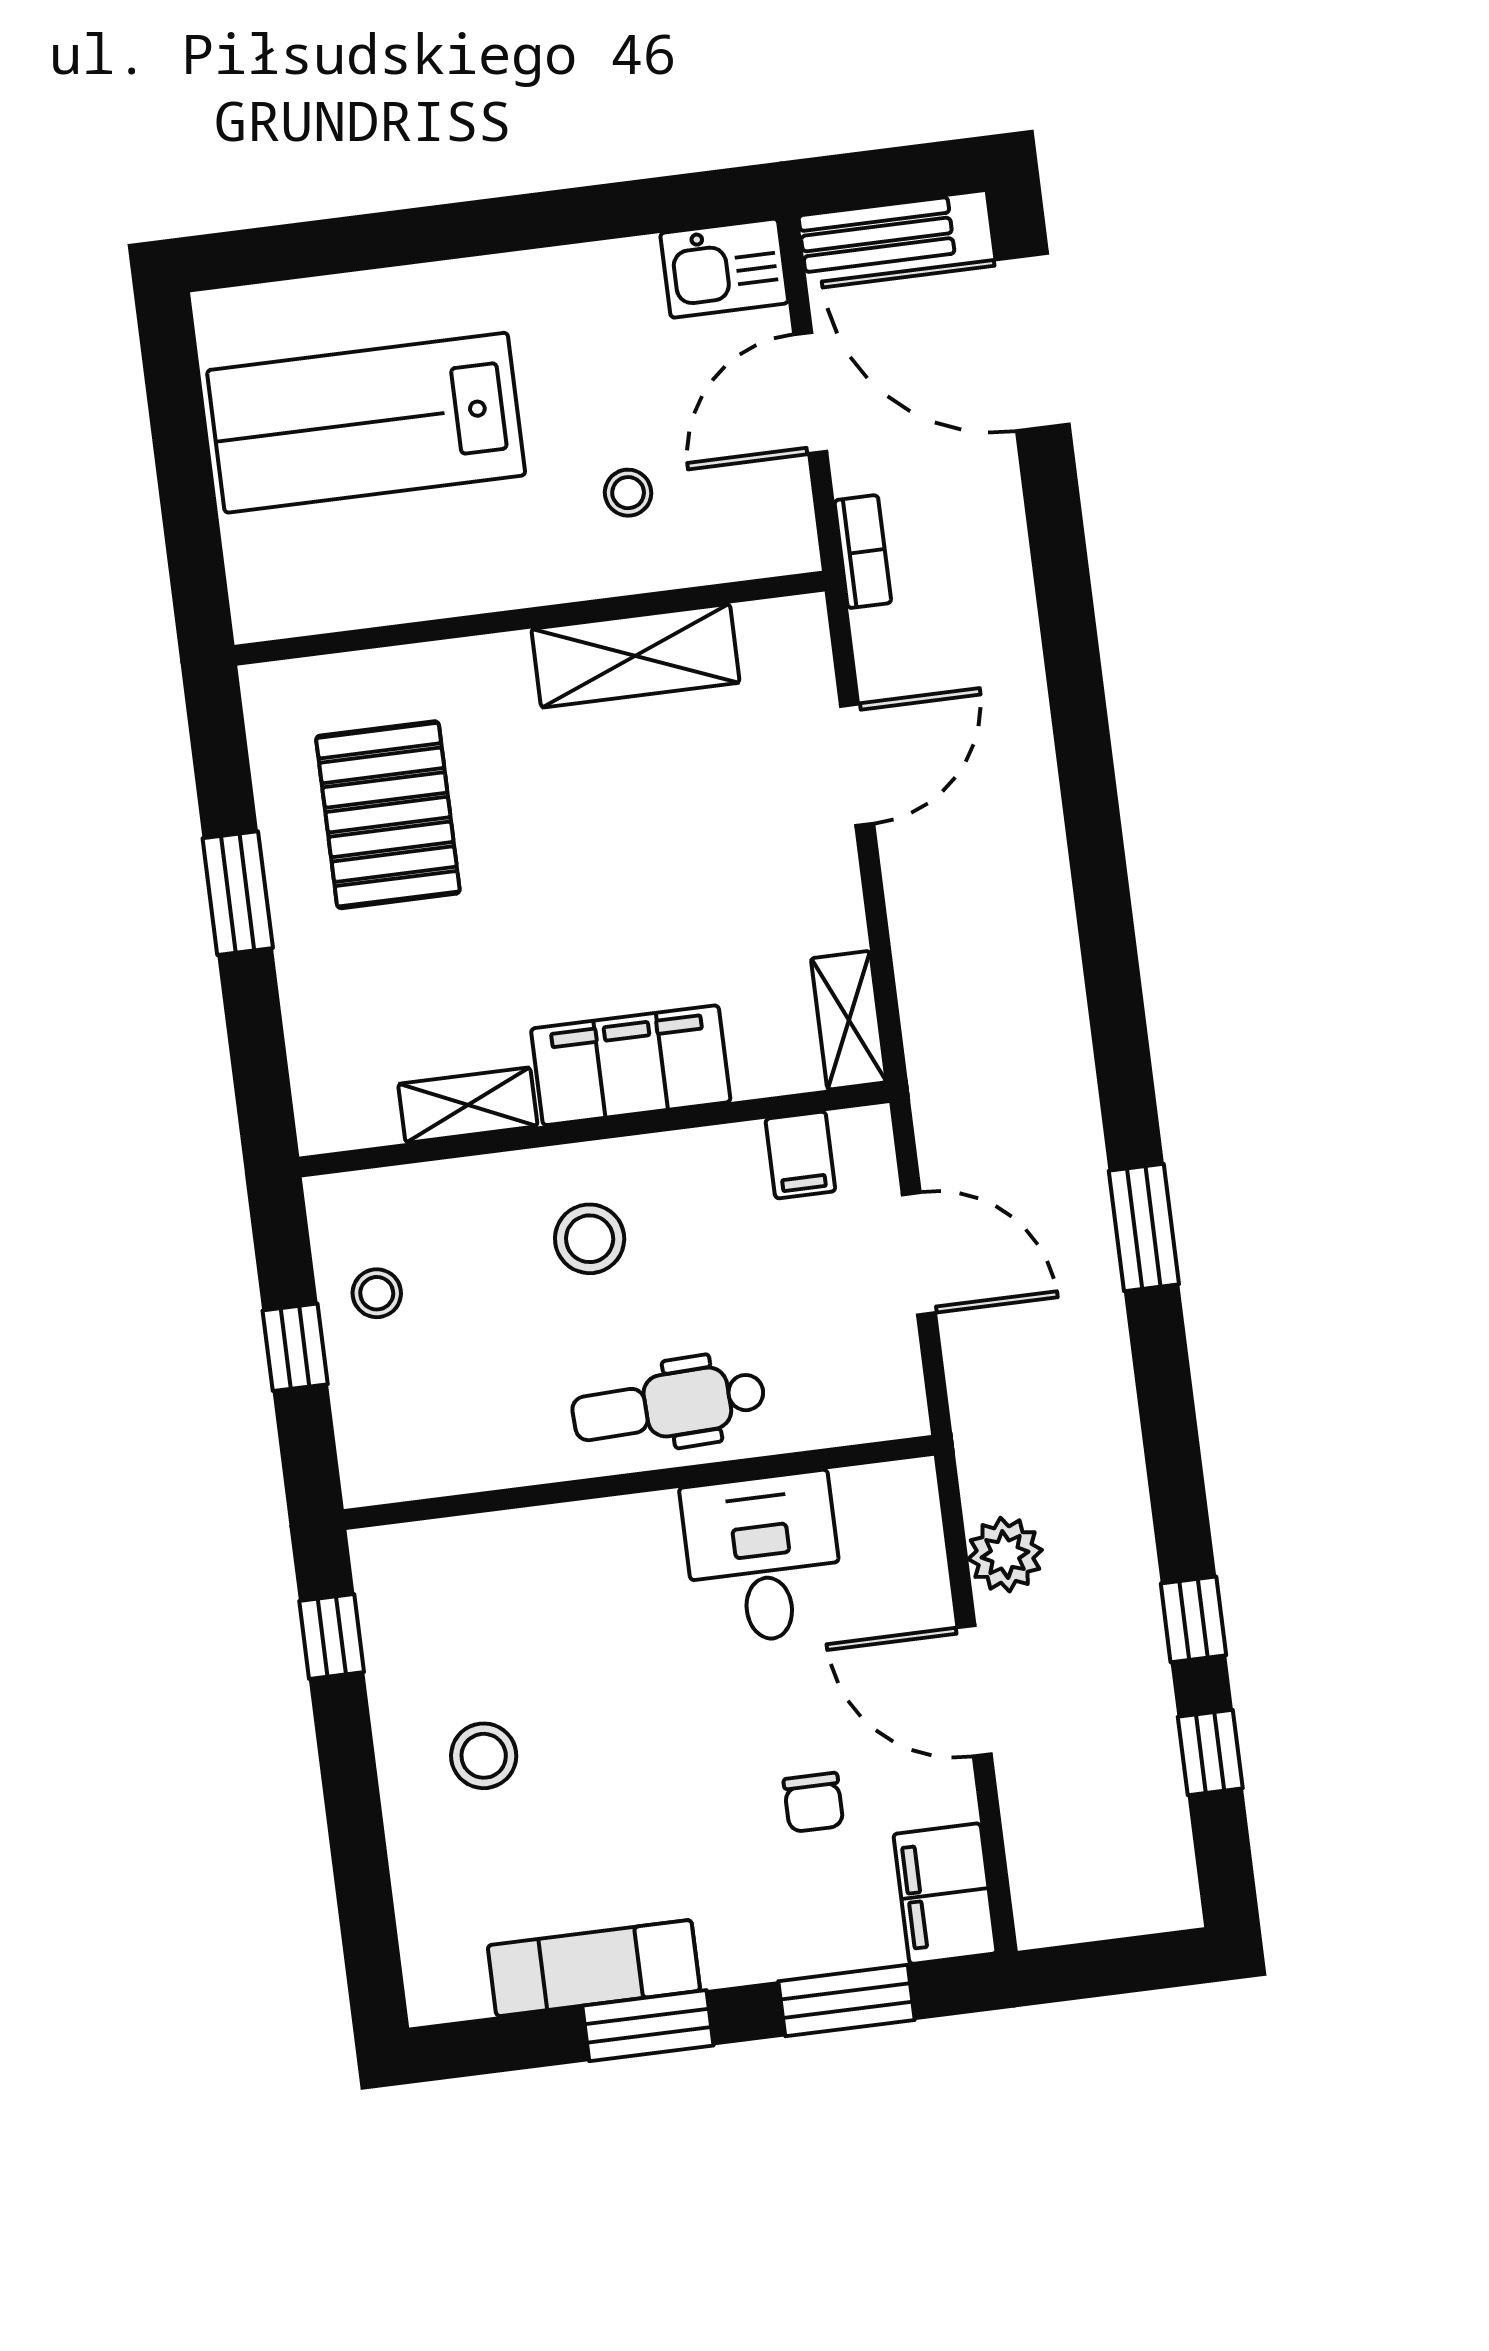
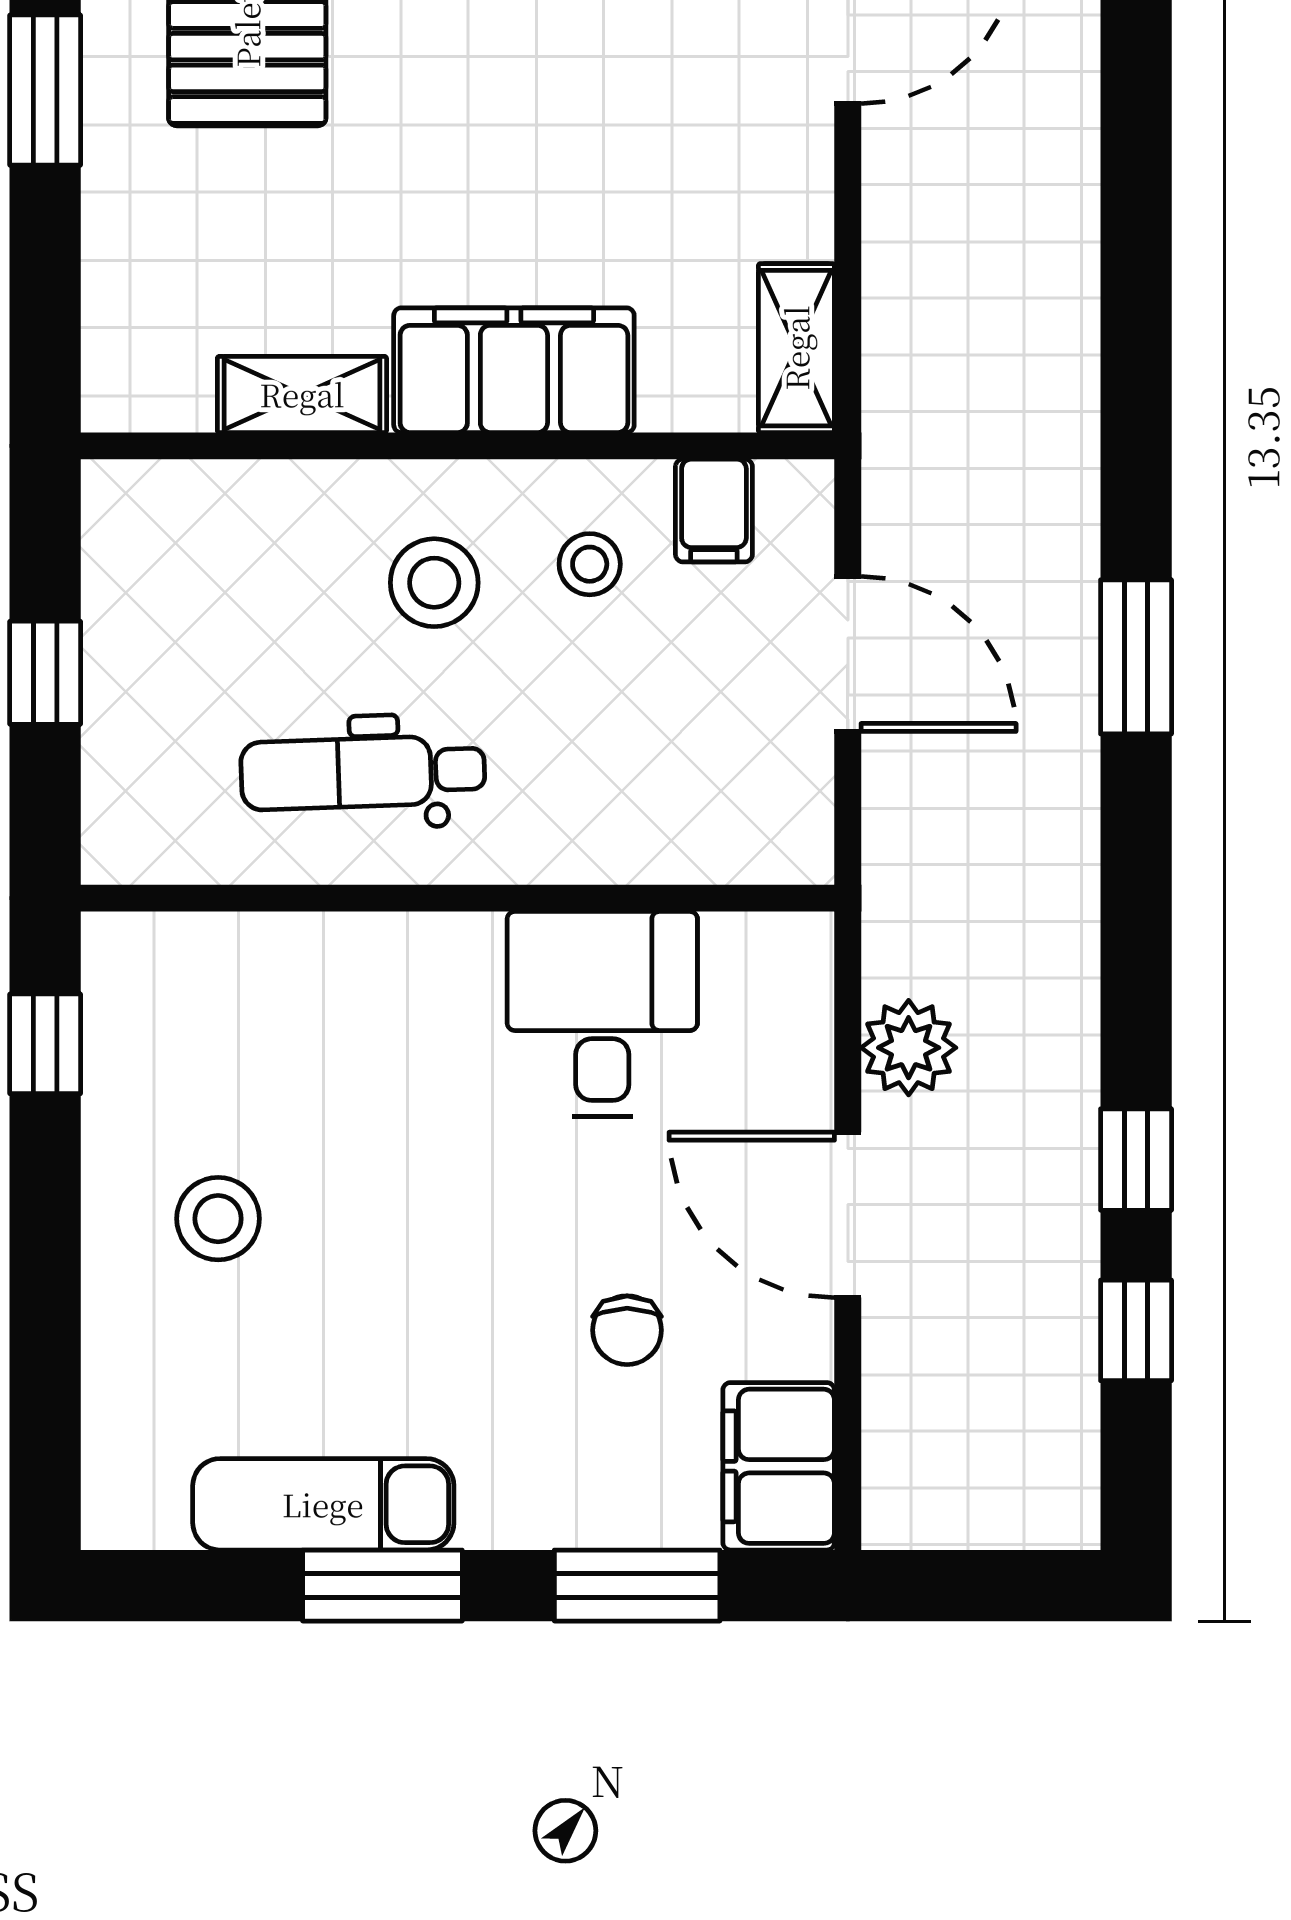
stool: (377, 1293) -> (590, 564), moved
dental chair: (668, 1405) -> (363, 772), moved

